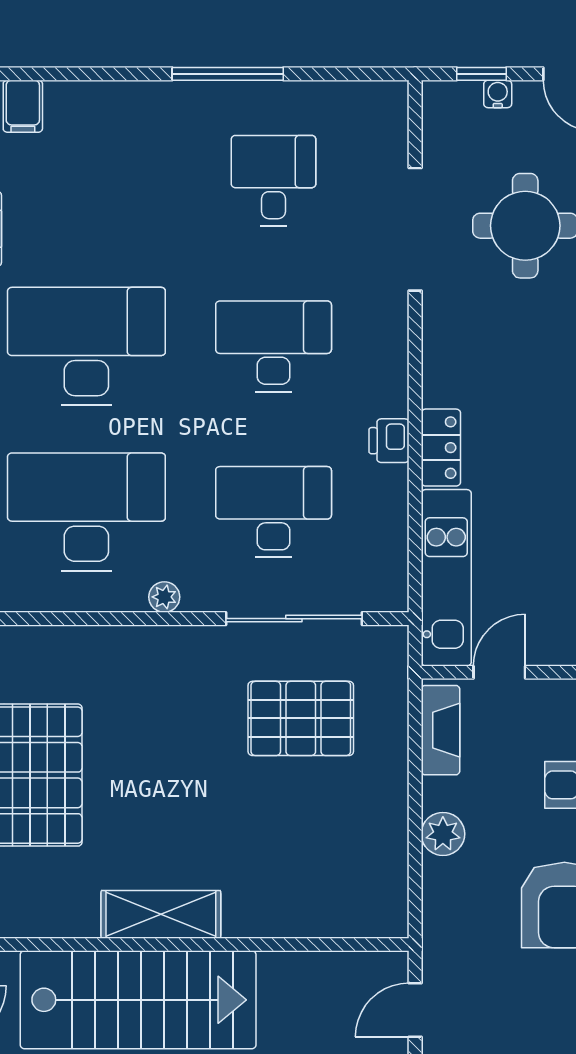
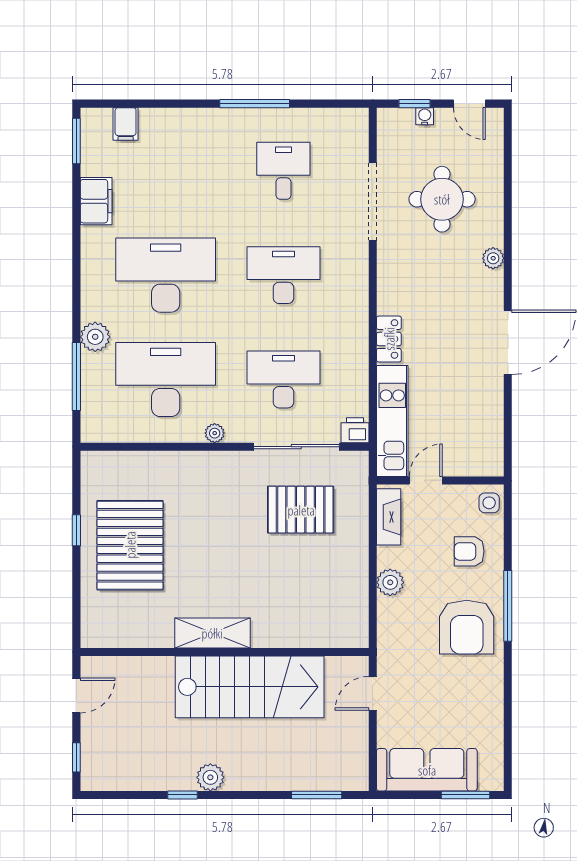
printer: (389, 441) -> (355, 430), moved, turned 90
stairs: (138, 1000) -> (250, 687), moved

